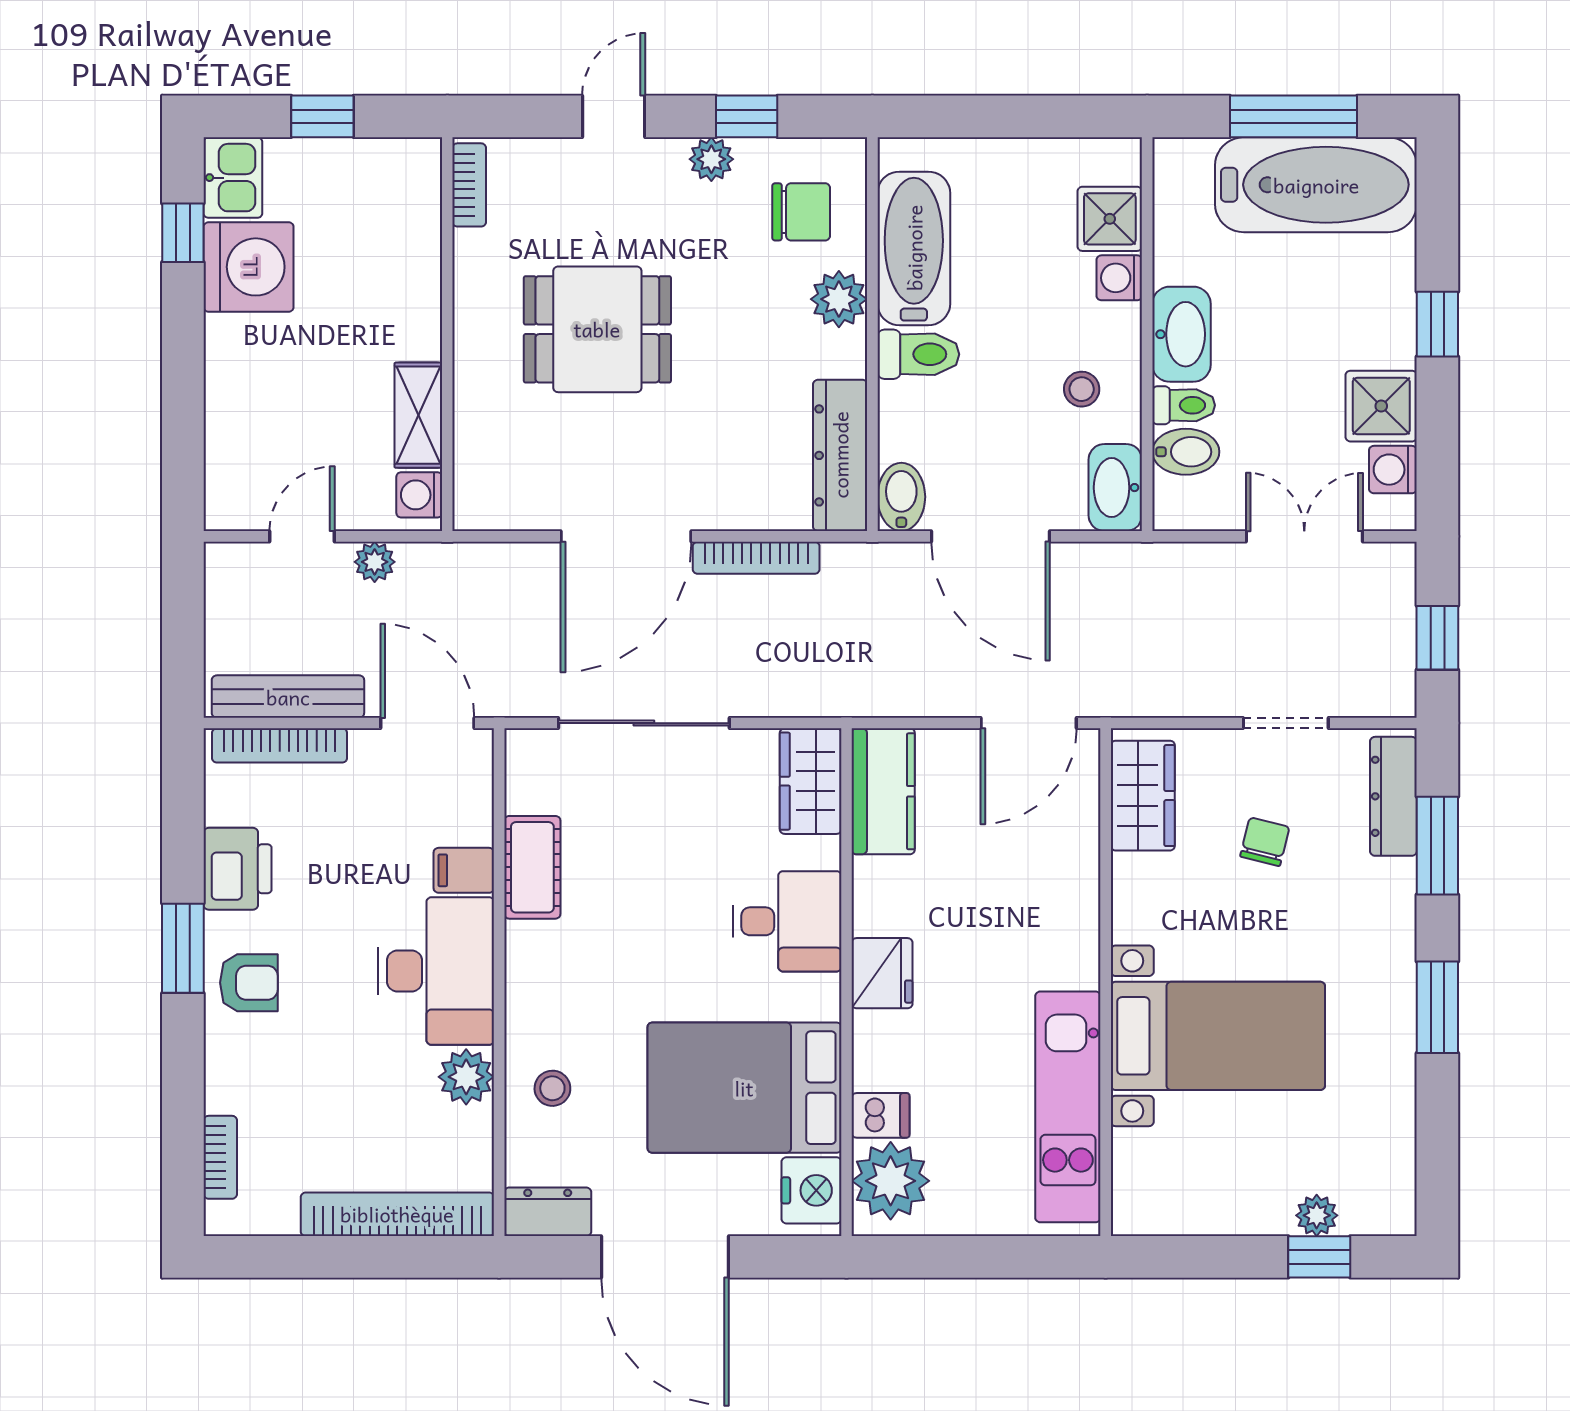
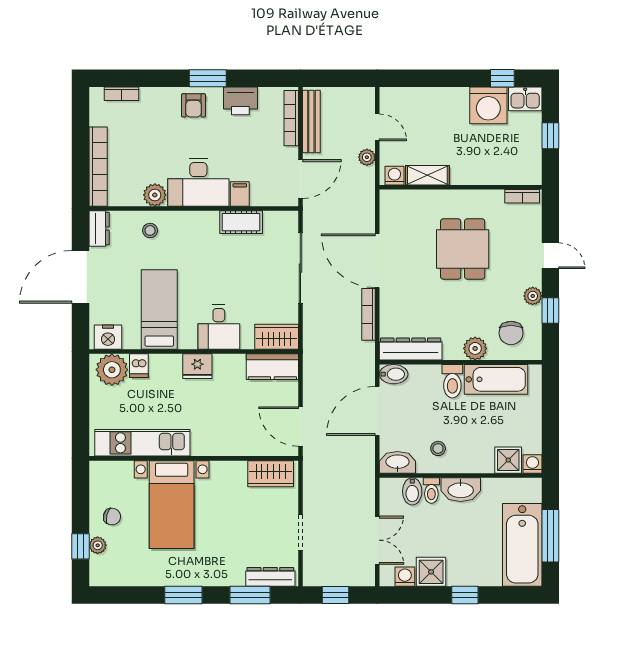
washing machine: (1119, 278) -> (532, 464), moved
chair: (1265, 842) -> (112, 517), moved
bed: (744, 1088) -> (159, 310), width x0.67

